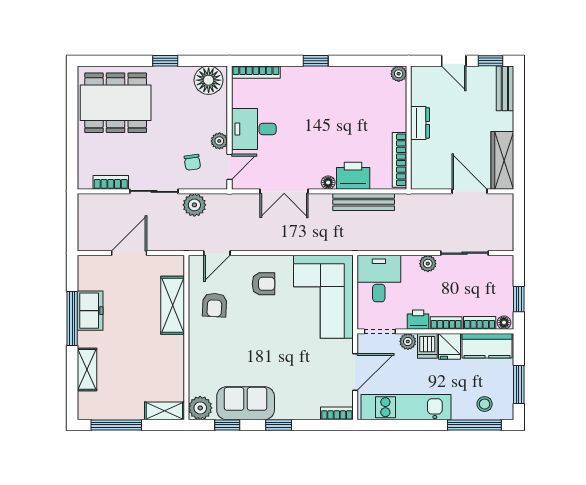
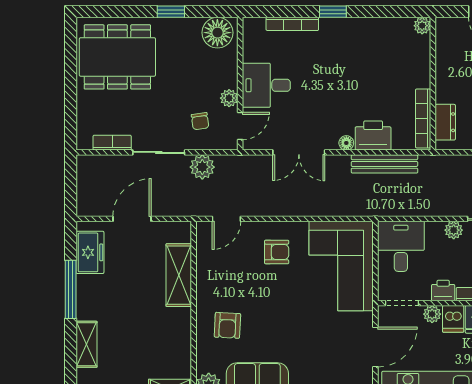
bookcase: (256, 72) -> (292, 24), moved
dresser: (420, 123) -> (445, 122), moved
armchair: (215, 305) -> (227, 325), moved
freezer: (90, 311) -> (90, 252), moved

